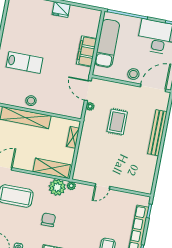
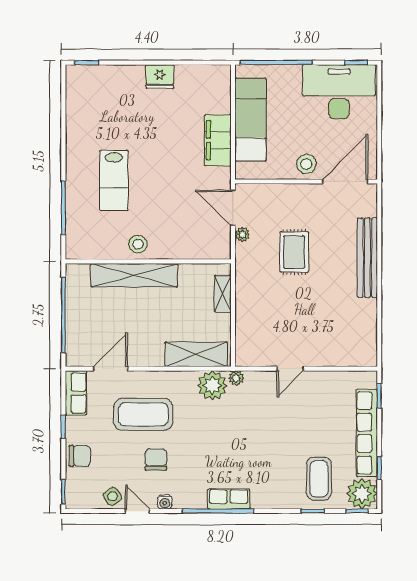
lab bench: (24, 63) -> (114, 180), turned 90
chair: (48, 220) -> (156, 459), moved

